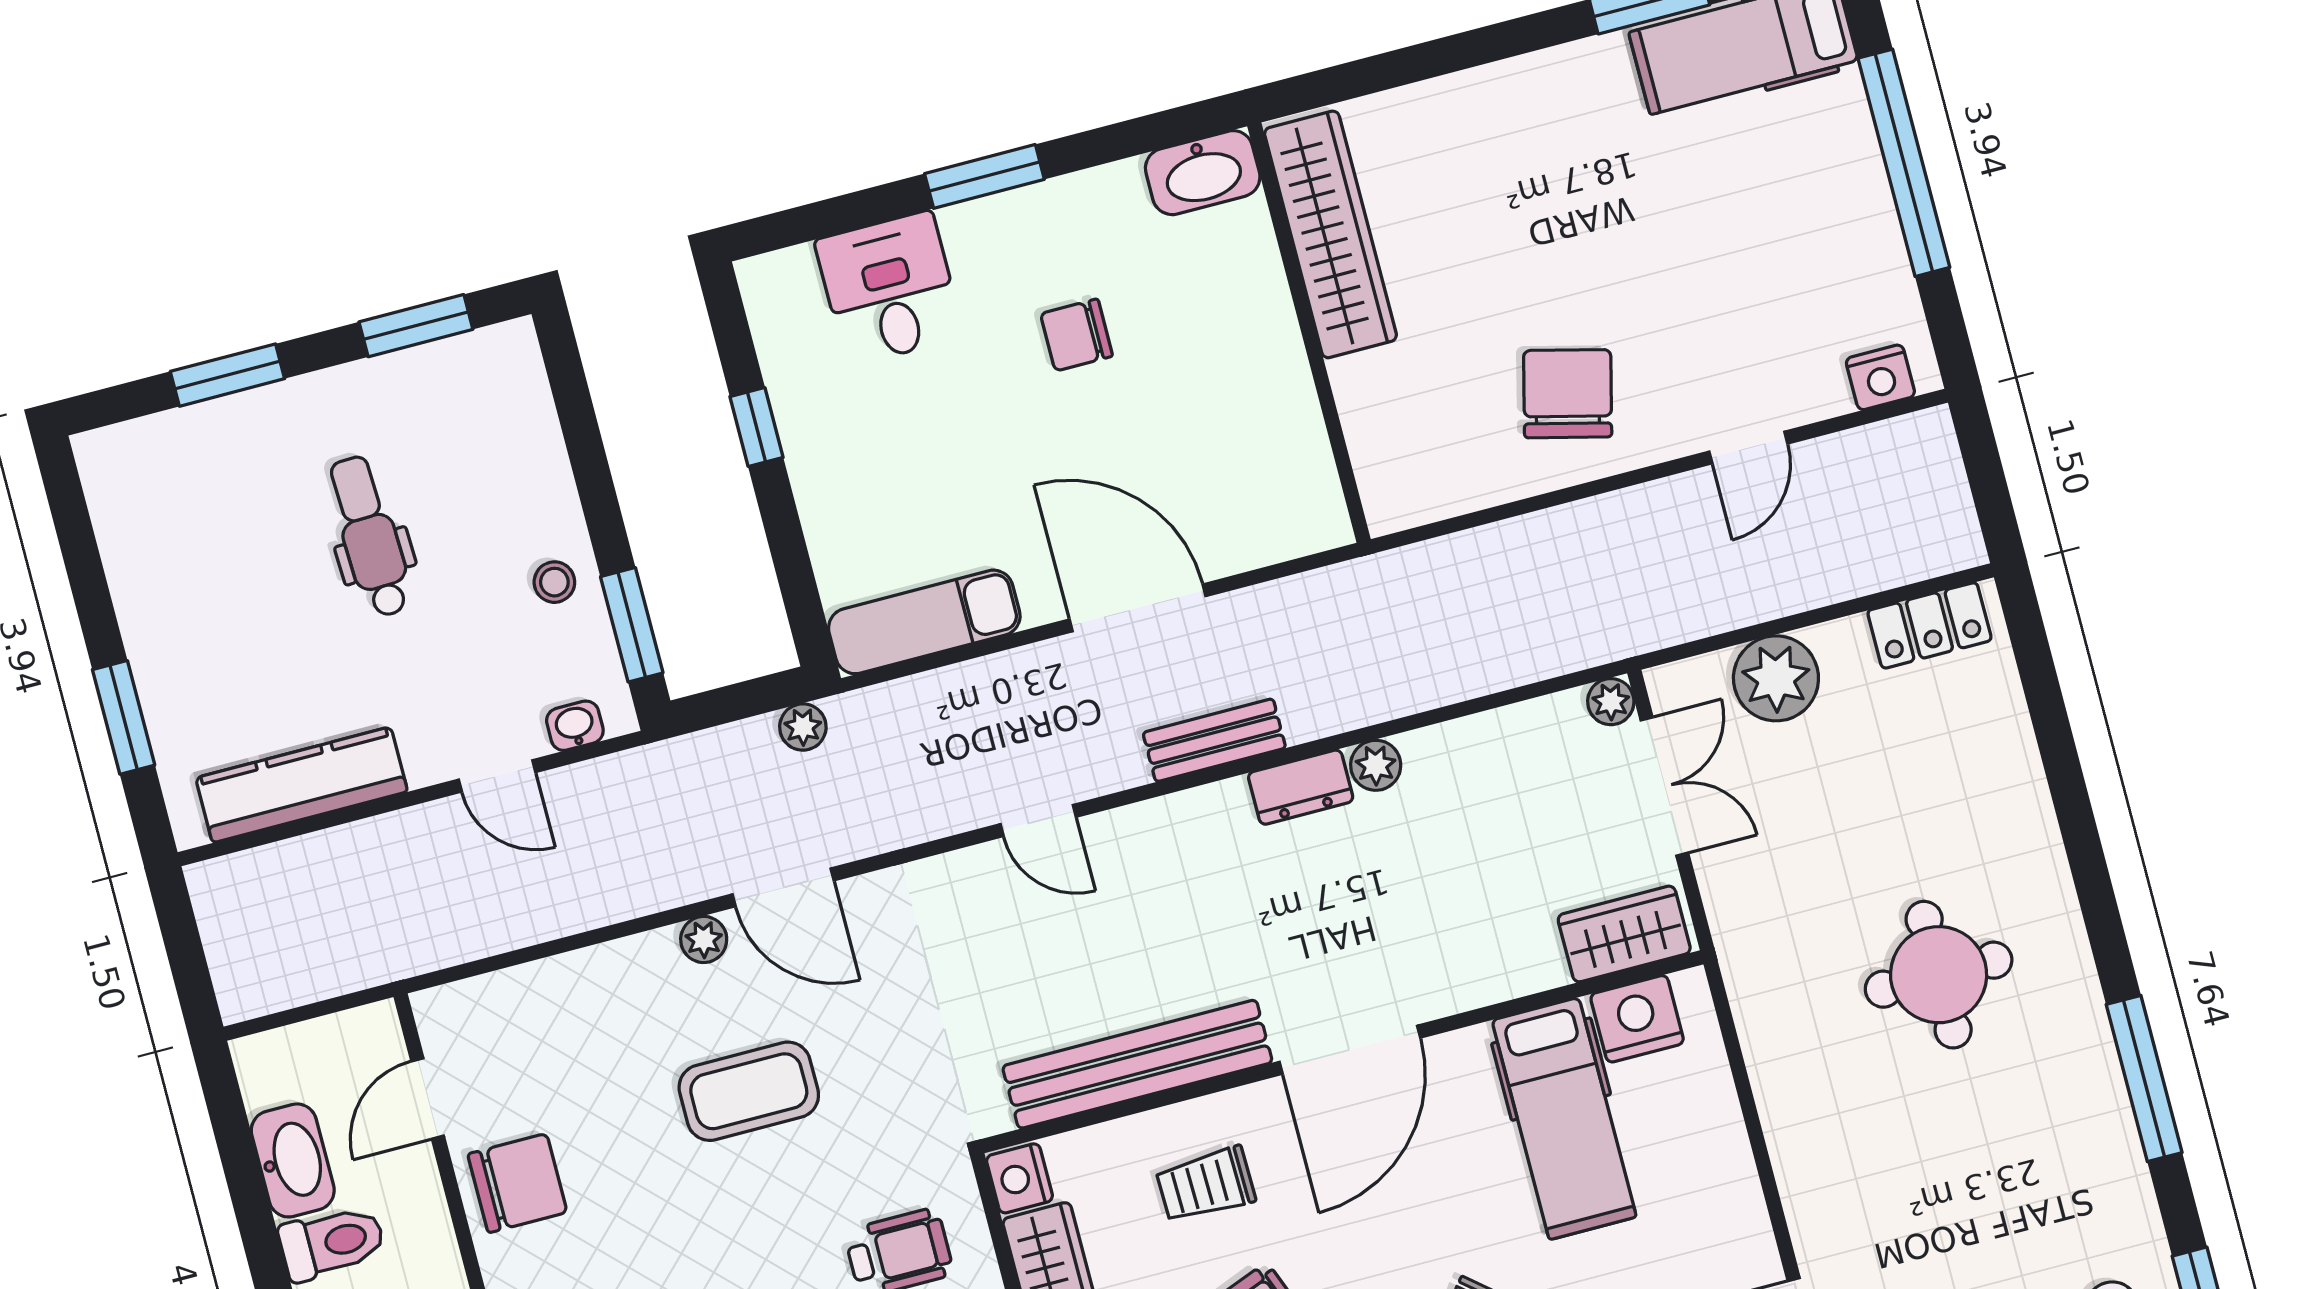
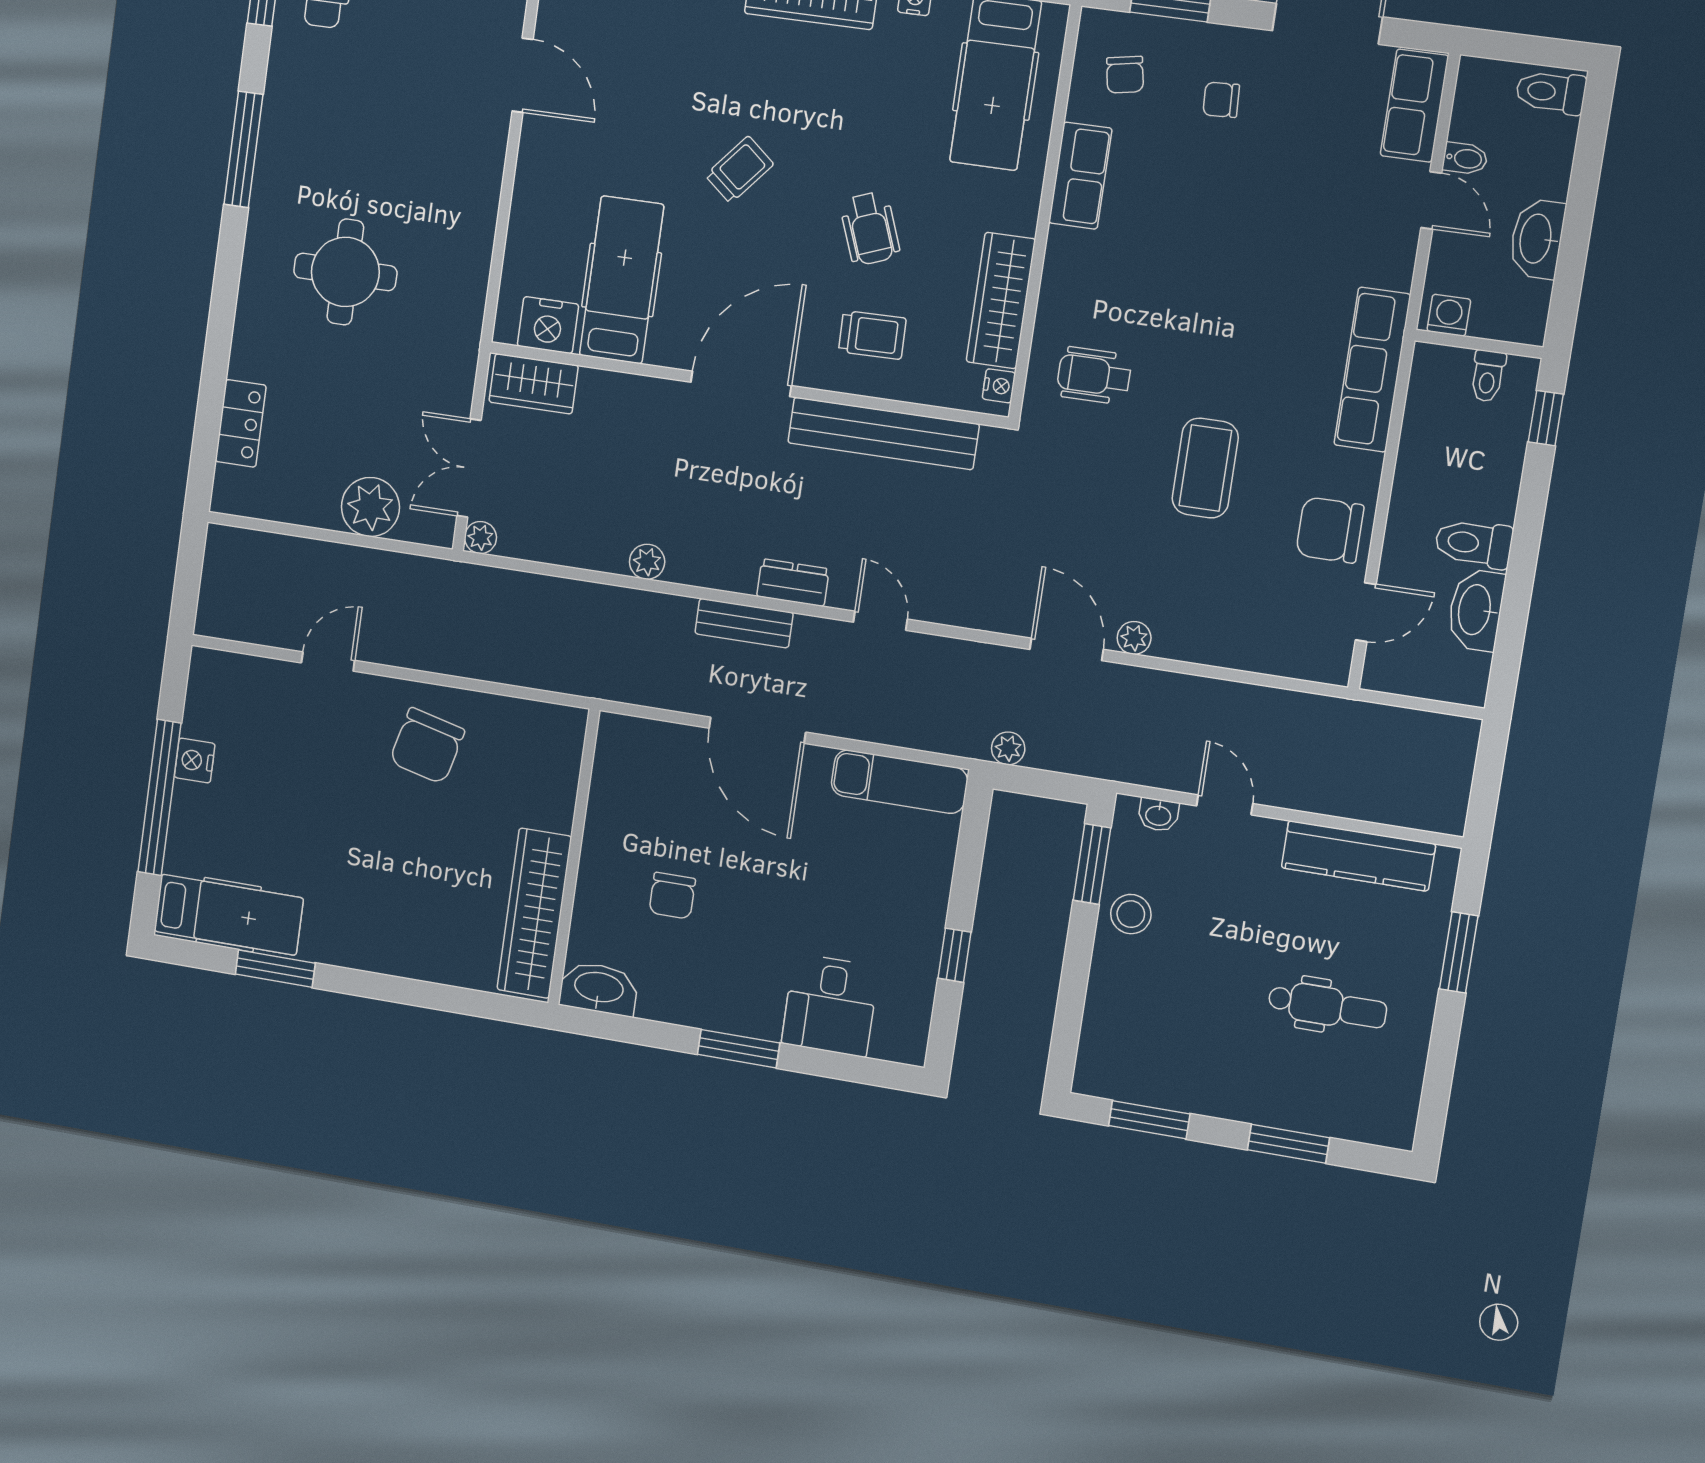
chair: (1076, 335) -> (672, 896), moved, turned 90
nightstand: (1880, 377) -> (195, 761), moved, turned -90
dental chair: (370, 537) -> (1327, 1006), moved, turned -88
stool: (554, 582) -> (1131, 914), width x1.37, depth x1.37
locker: (1929, 625) -> (241, 423), moved, turned 90
dresser: (1301, 787) -> (793, 583), moved
coffee table: (749, 1091) -> (1205, 468), moved, turned 90
nightstand: (1019, 1178) -> (999, 386), width x0.72, depth x0.74

